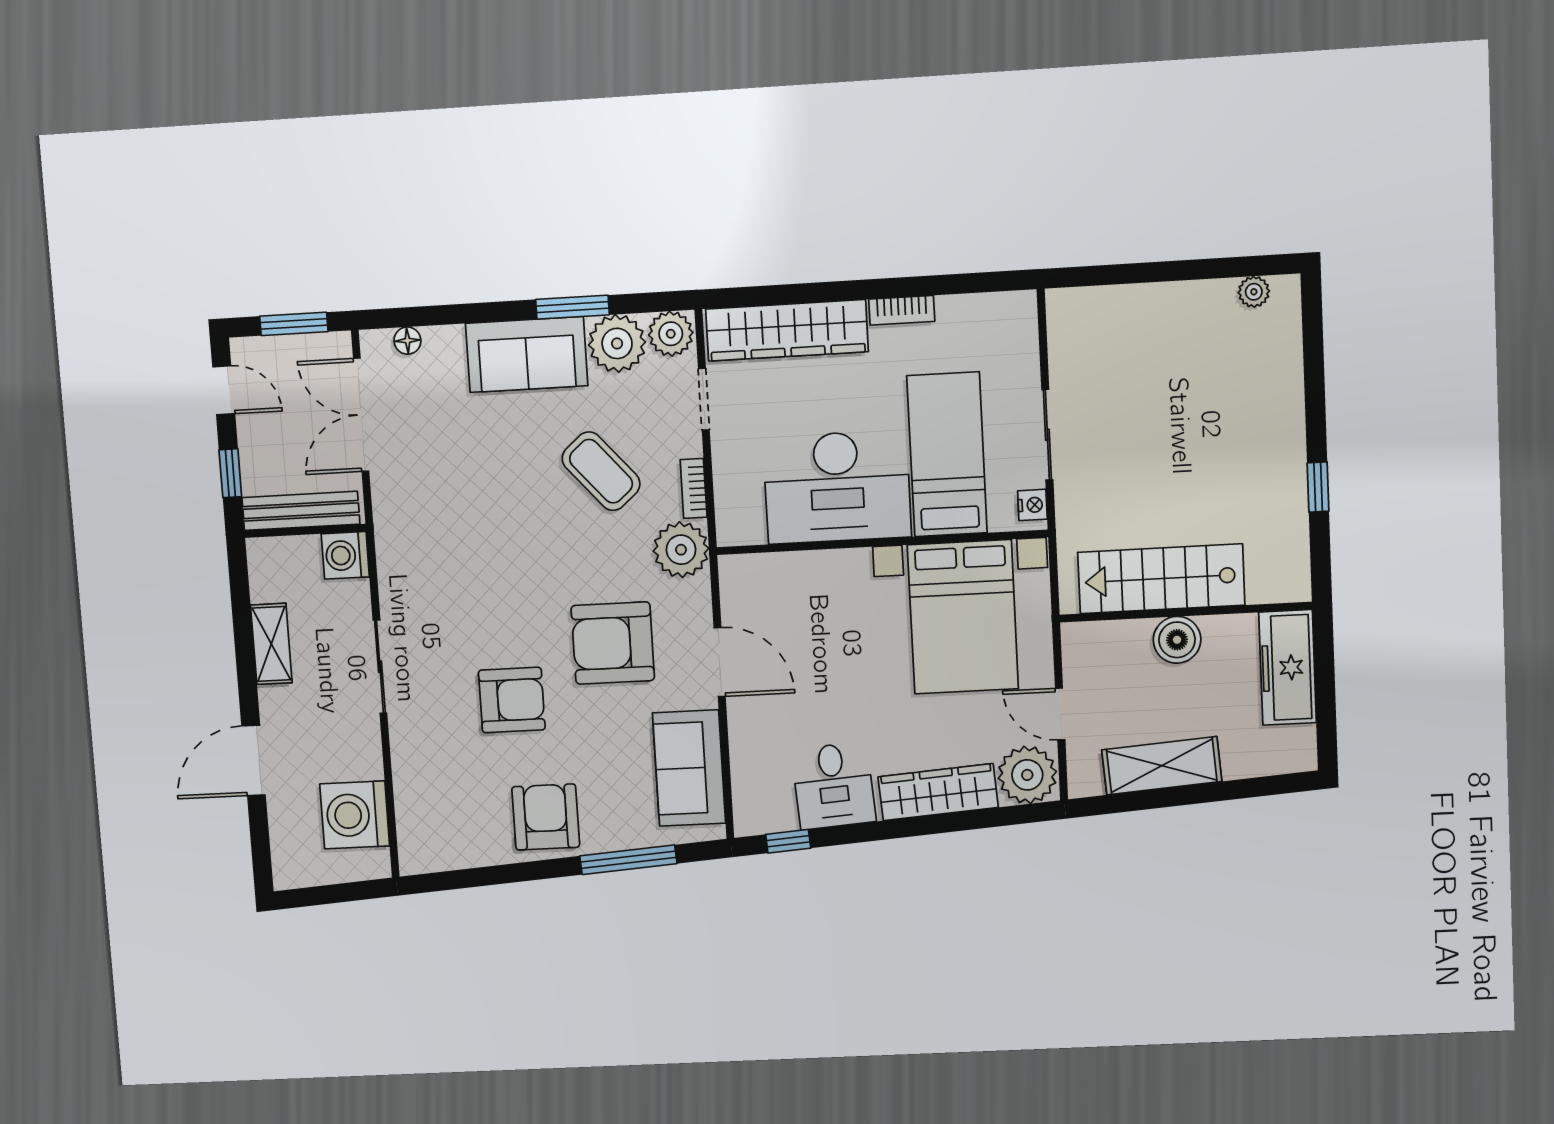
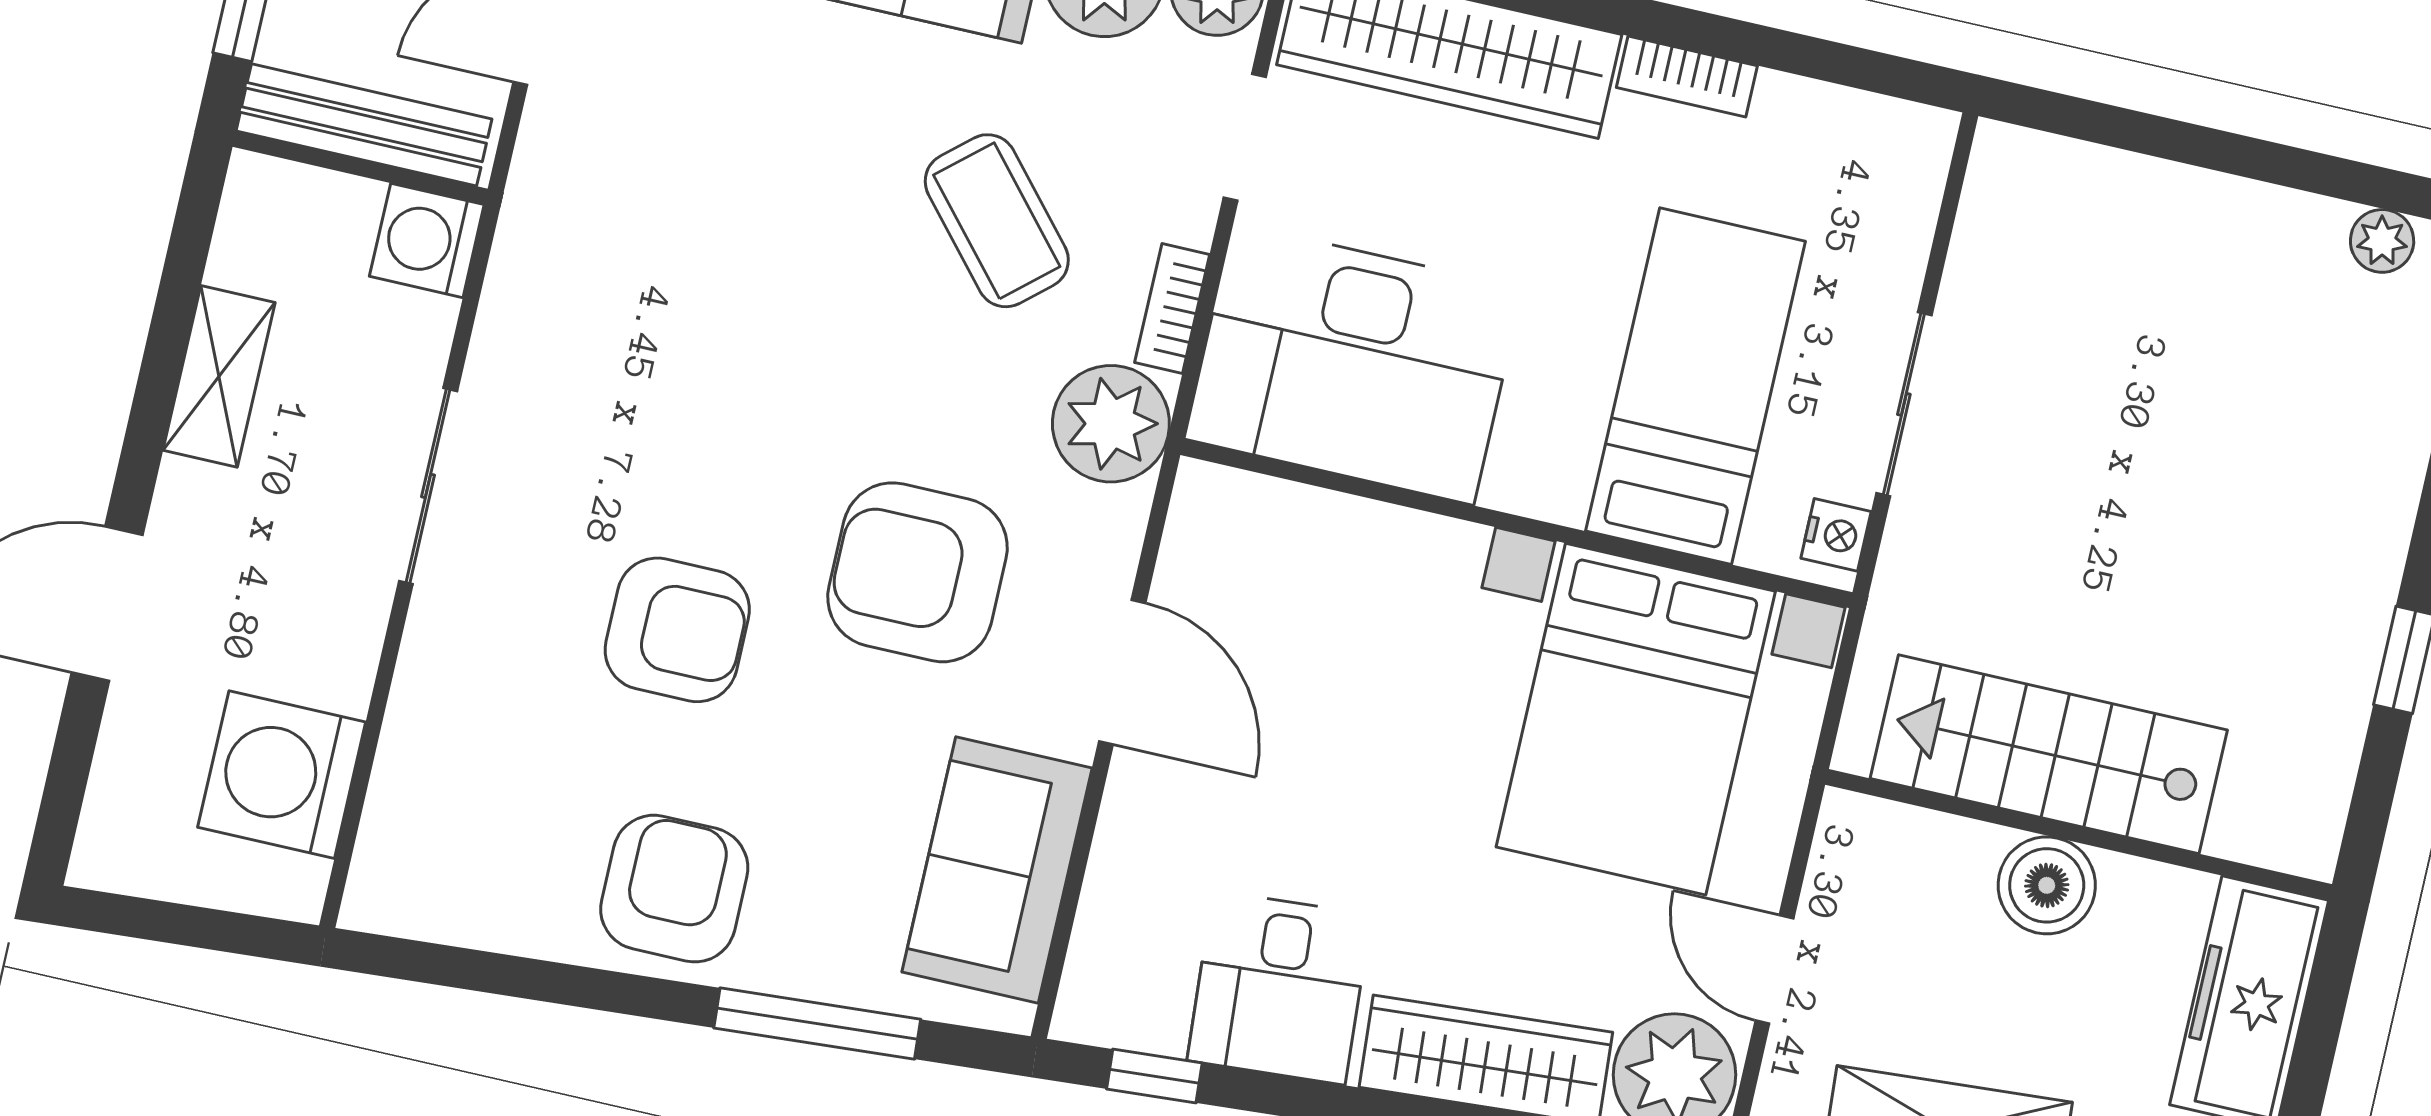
desk: (837, 487) -> (1354, 364), moved

